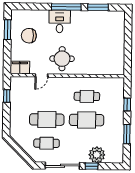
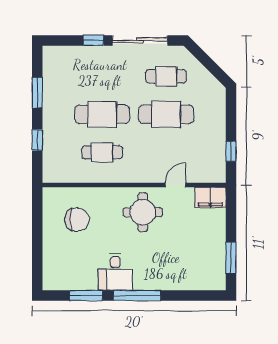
desk: (60, 21) -> (115, 272), moved
chair: (29, 36) -> (77, 220), moved
plant: (97, 155) -> (85, 59), removed

